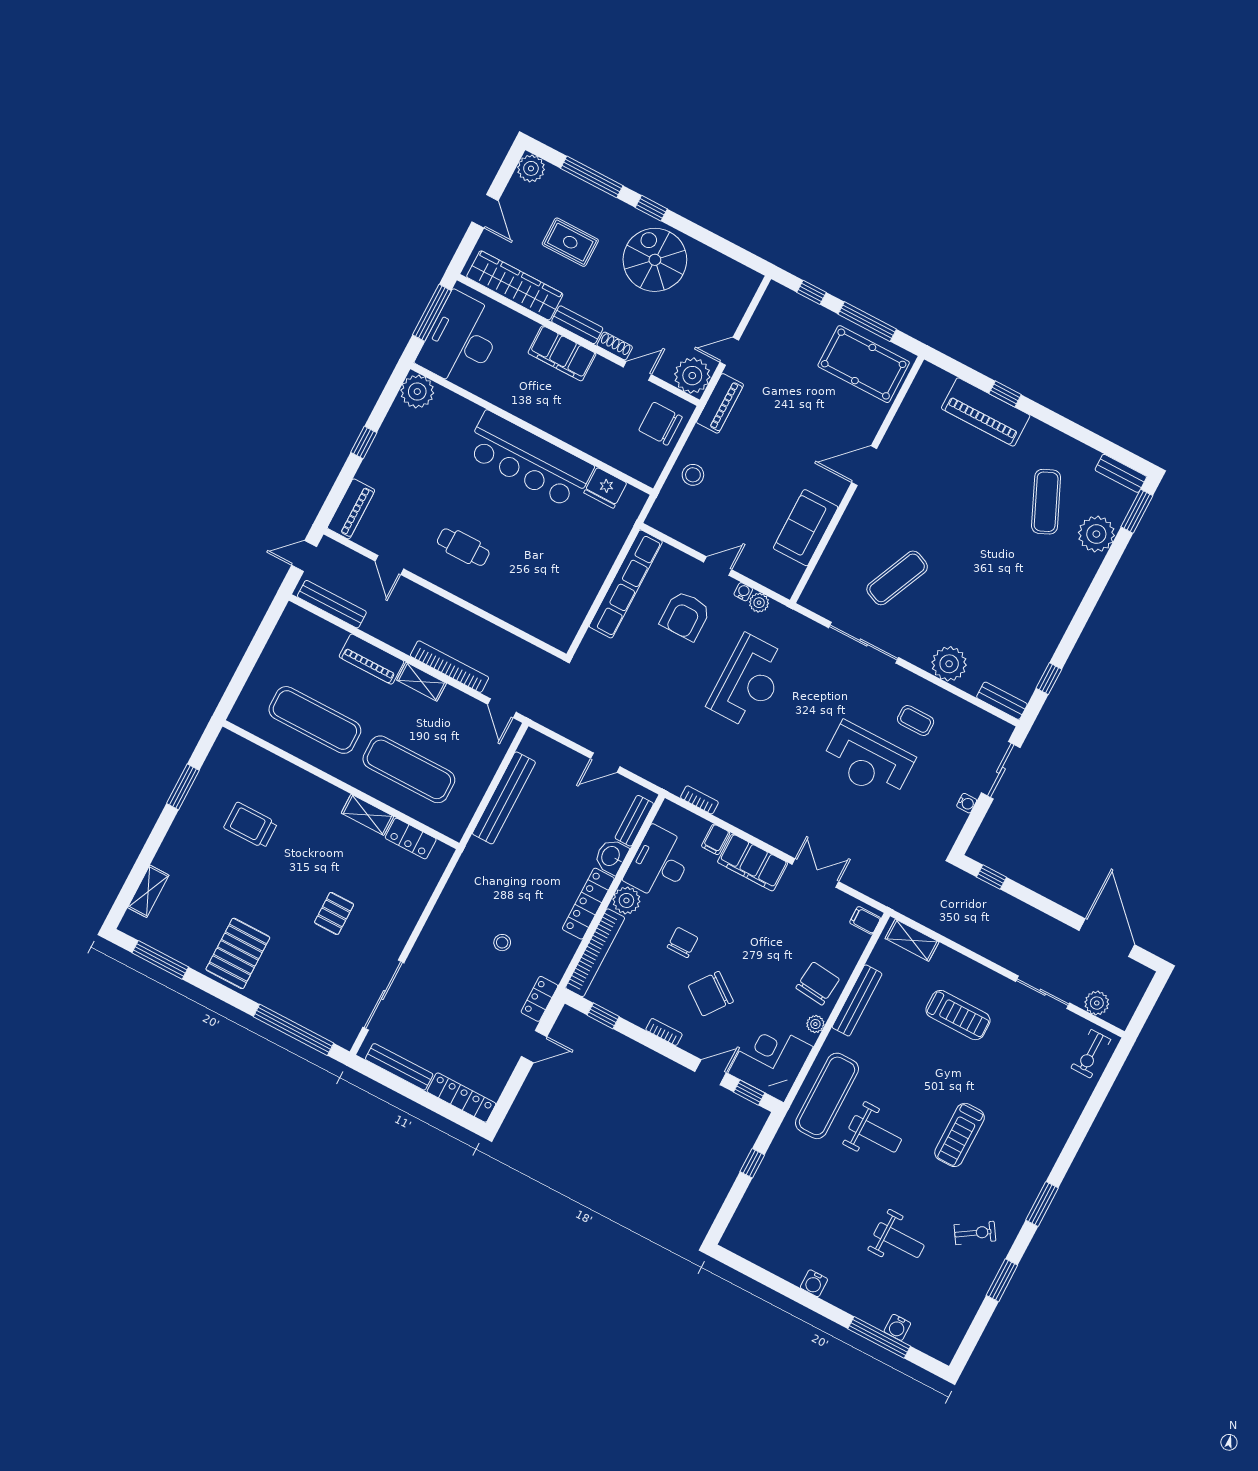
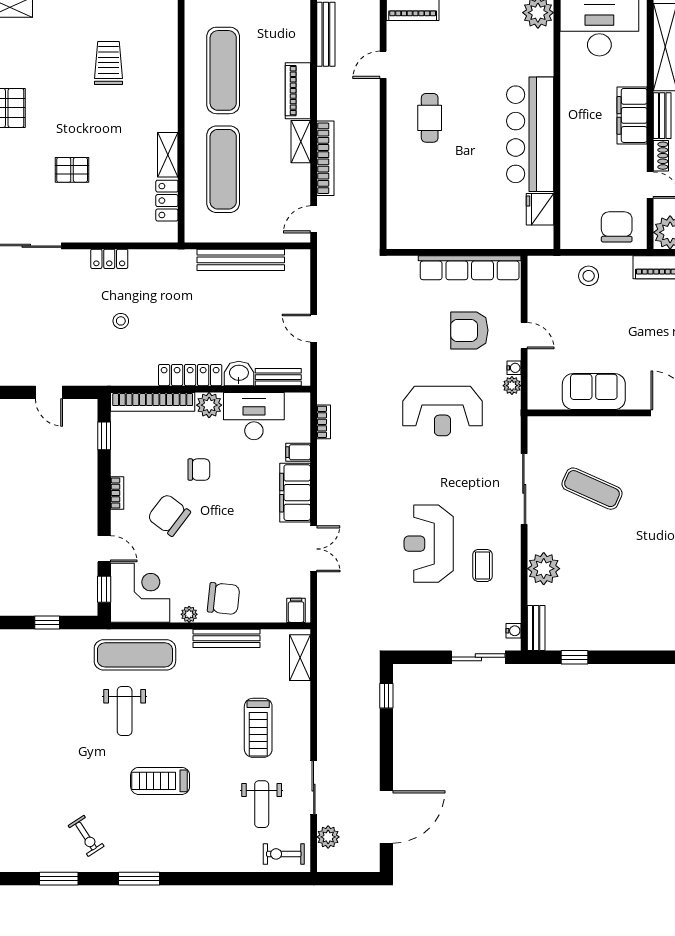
water cooler: (967, 803) -> (514, 631), moved, turned -90
locker: (539, 999) -> (109, 259), moved, turned 180
weight bench: (899, 1240) -> (262, 804), moved

